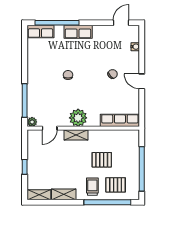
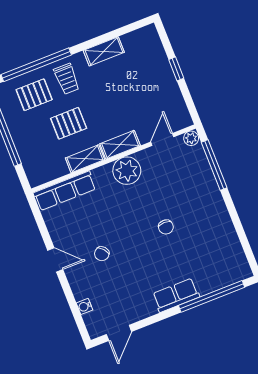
row of seats: (41, 32) -> (231, 274), removed
shelving: (39, 195) -> (85, 159), moved

